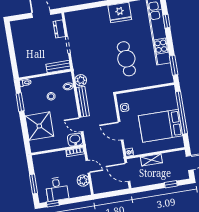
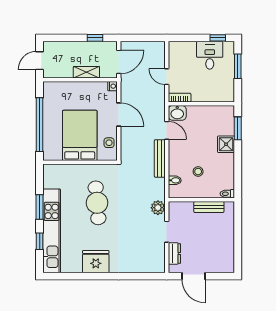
window: (174, 65) -> (40, 207), moved
bench: (58, 67) -> (209, 207), moved
plant: (81, 80) -> (158, 208), moved
window: (20, 102) -> (238, 128), moved
shower: (39, 126) -> (226, 144), width x0.54, depth x0.54
bed: (161, 126) -> (80, 135), moved, turned -90
door: (127, 172) -> (119, 62), hinge flipped
plant: (83, 181) -> (176, 60), removed
window: (171, 184) -> (95, 38), moved

